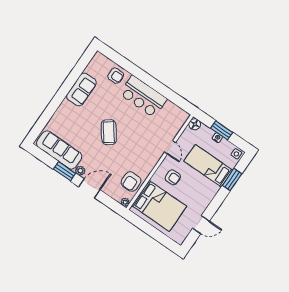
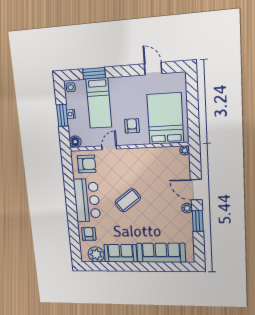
plant: (95, 68) -> (96, 254), added
coffee table: (109, 132) -> (128, 200), moved
sofa: (59, 150) -> (161, 253), moved, turned 90
armchair: (131, 182) -> (87, 164), moved

